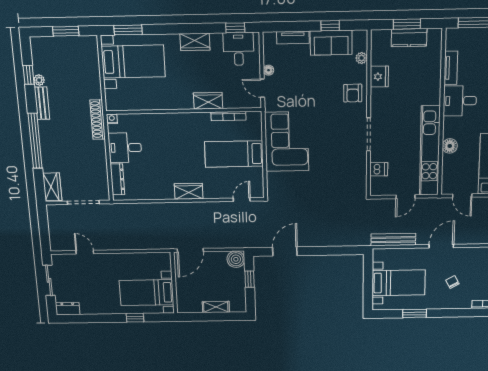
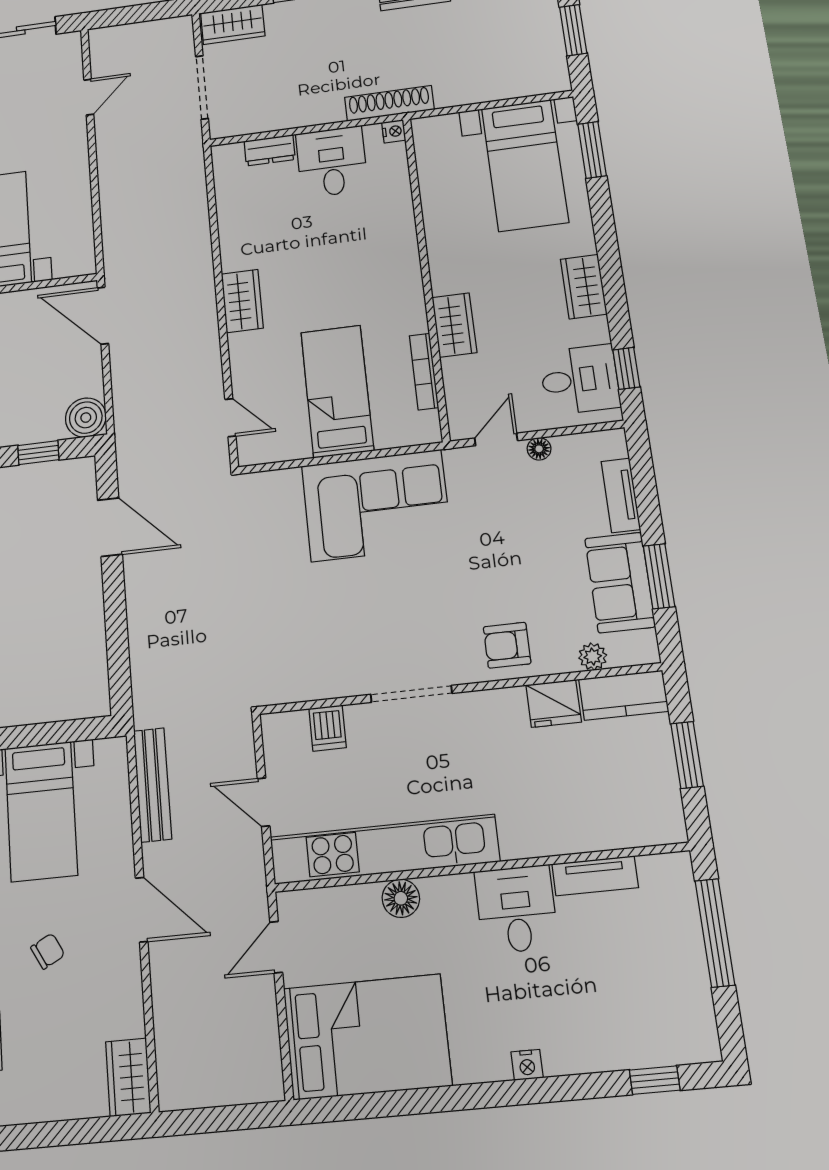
window: (330, 26) -> (659, 576), width x1.50
kitchen counter: (409, 38) -> (624, 695), moved, turned -90
dresser: (117, 179) -> (270, 150), width x0.70

